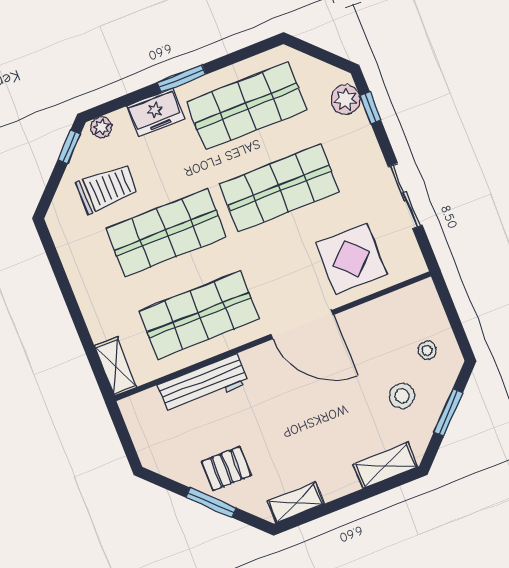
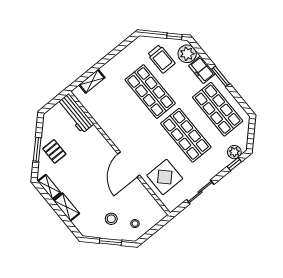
plant: (101, 127) -> (187, 54), width x1.87, depth x1.87
shop shelf: (199, 315) -> (118, 118), removed
shelving: (116, 367) -> (92, 81), moved
workbench: (203, 384) -> (75, 113), moved
shelving: (386, 465) -> (66, 207), moved

